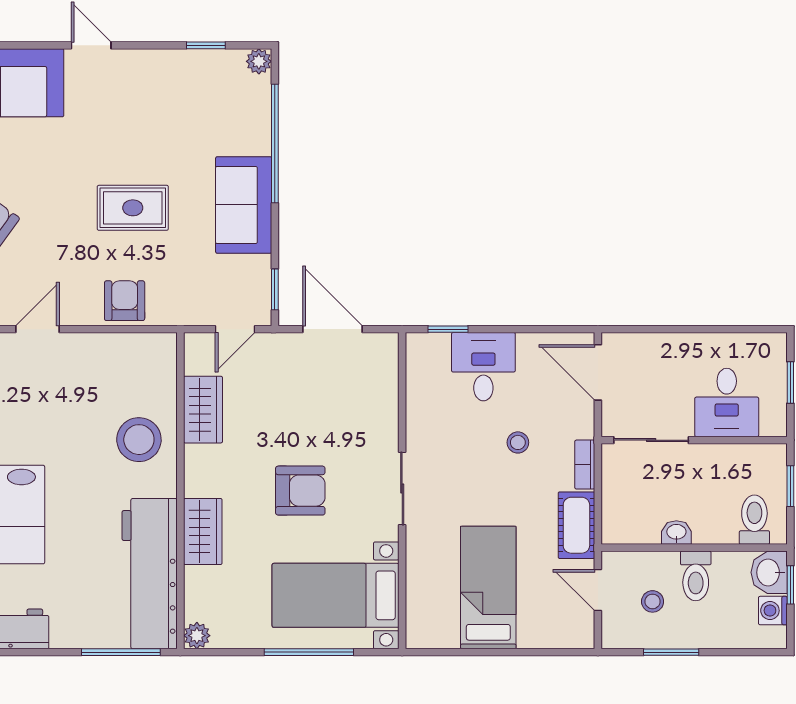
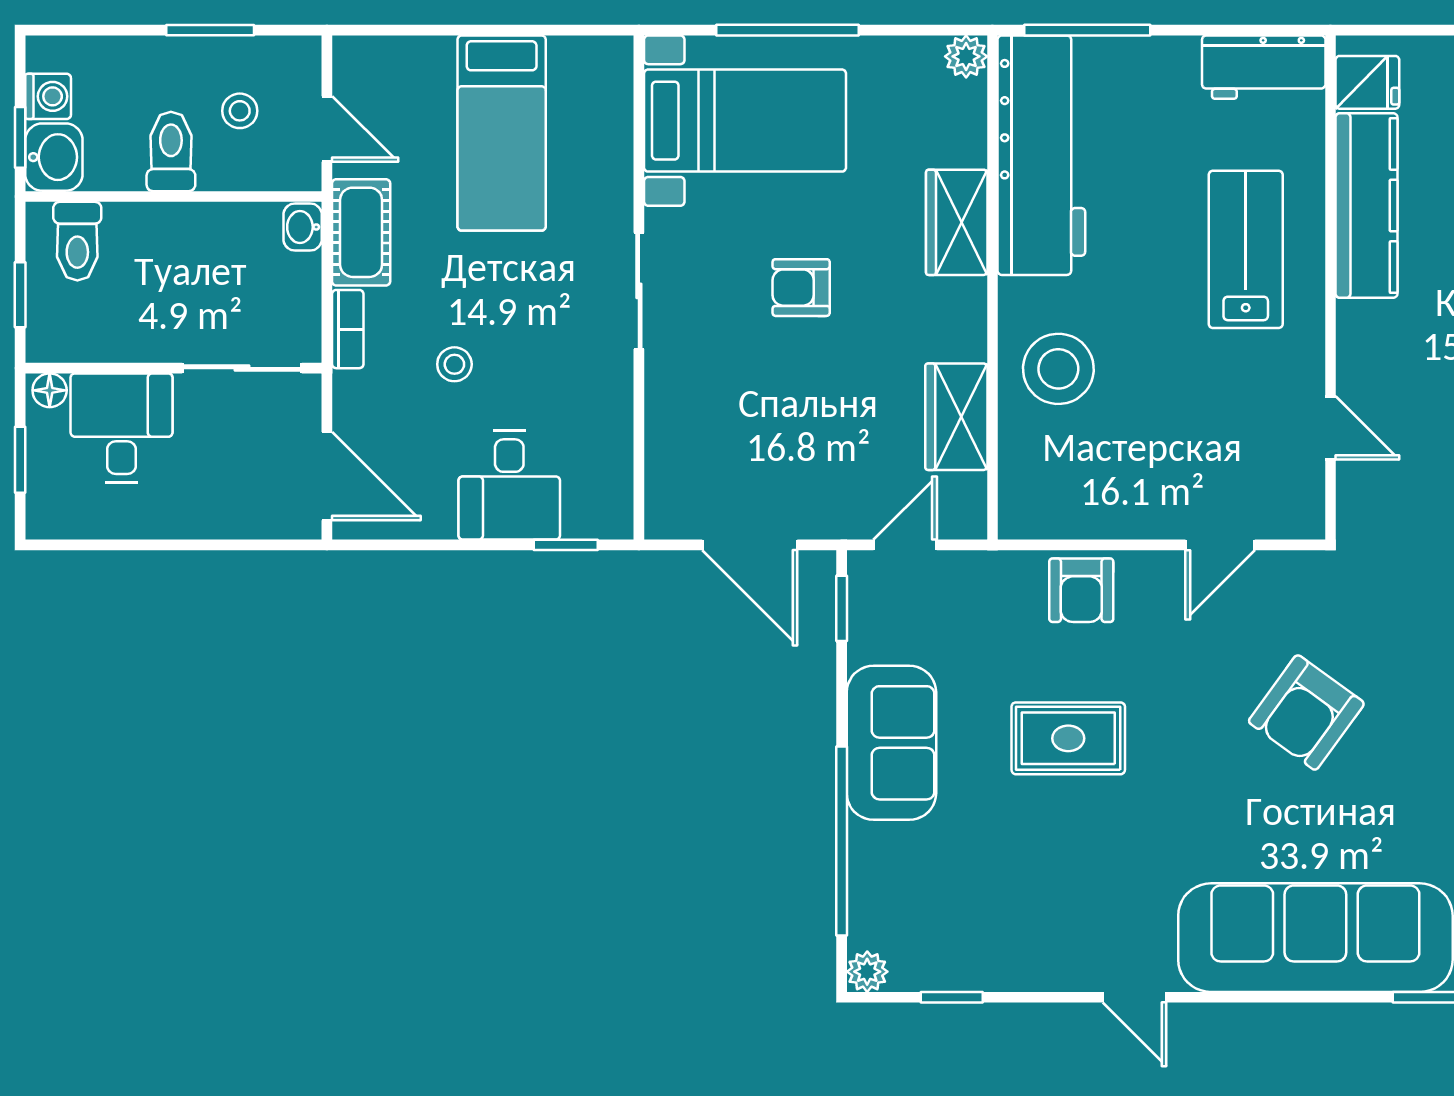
floor lamp: (772, 426) -> (50, 390), added
armchair: (300, 491) -> (801, 288), width x0.72, depth x0.72
washbasin: (676, 532) -> (303, 227), moved, turned 90

